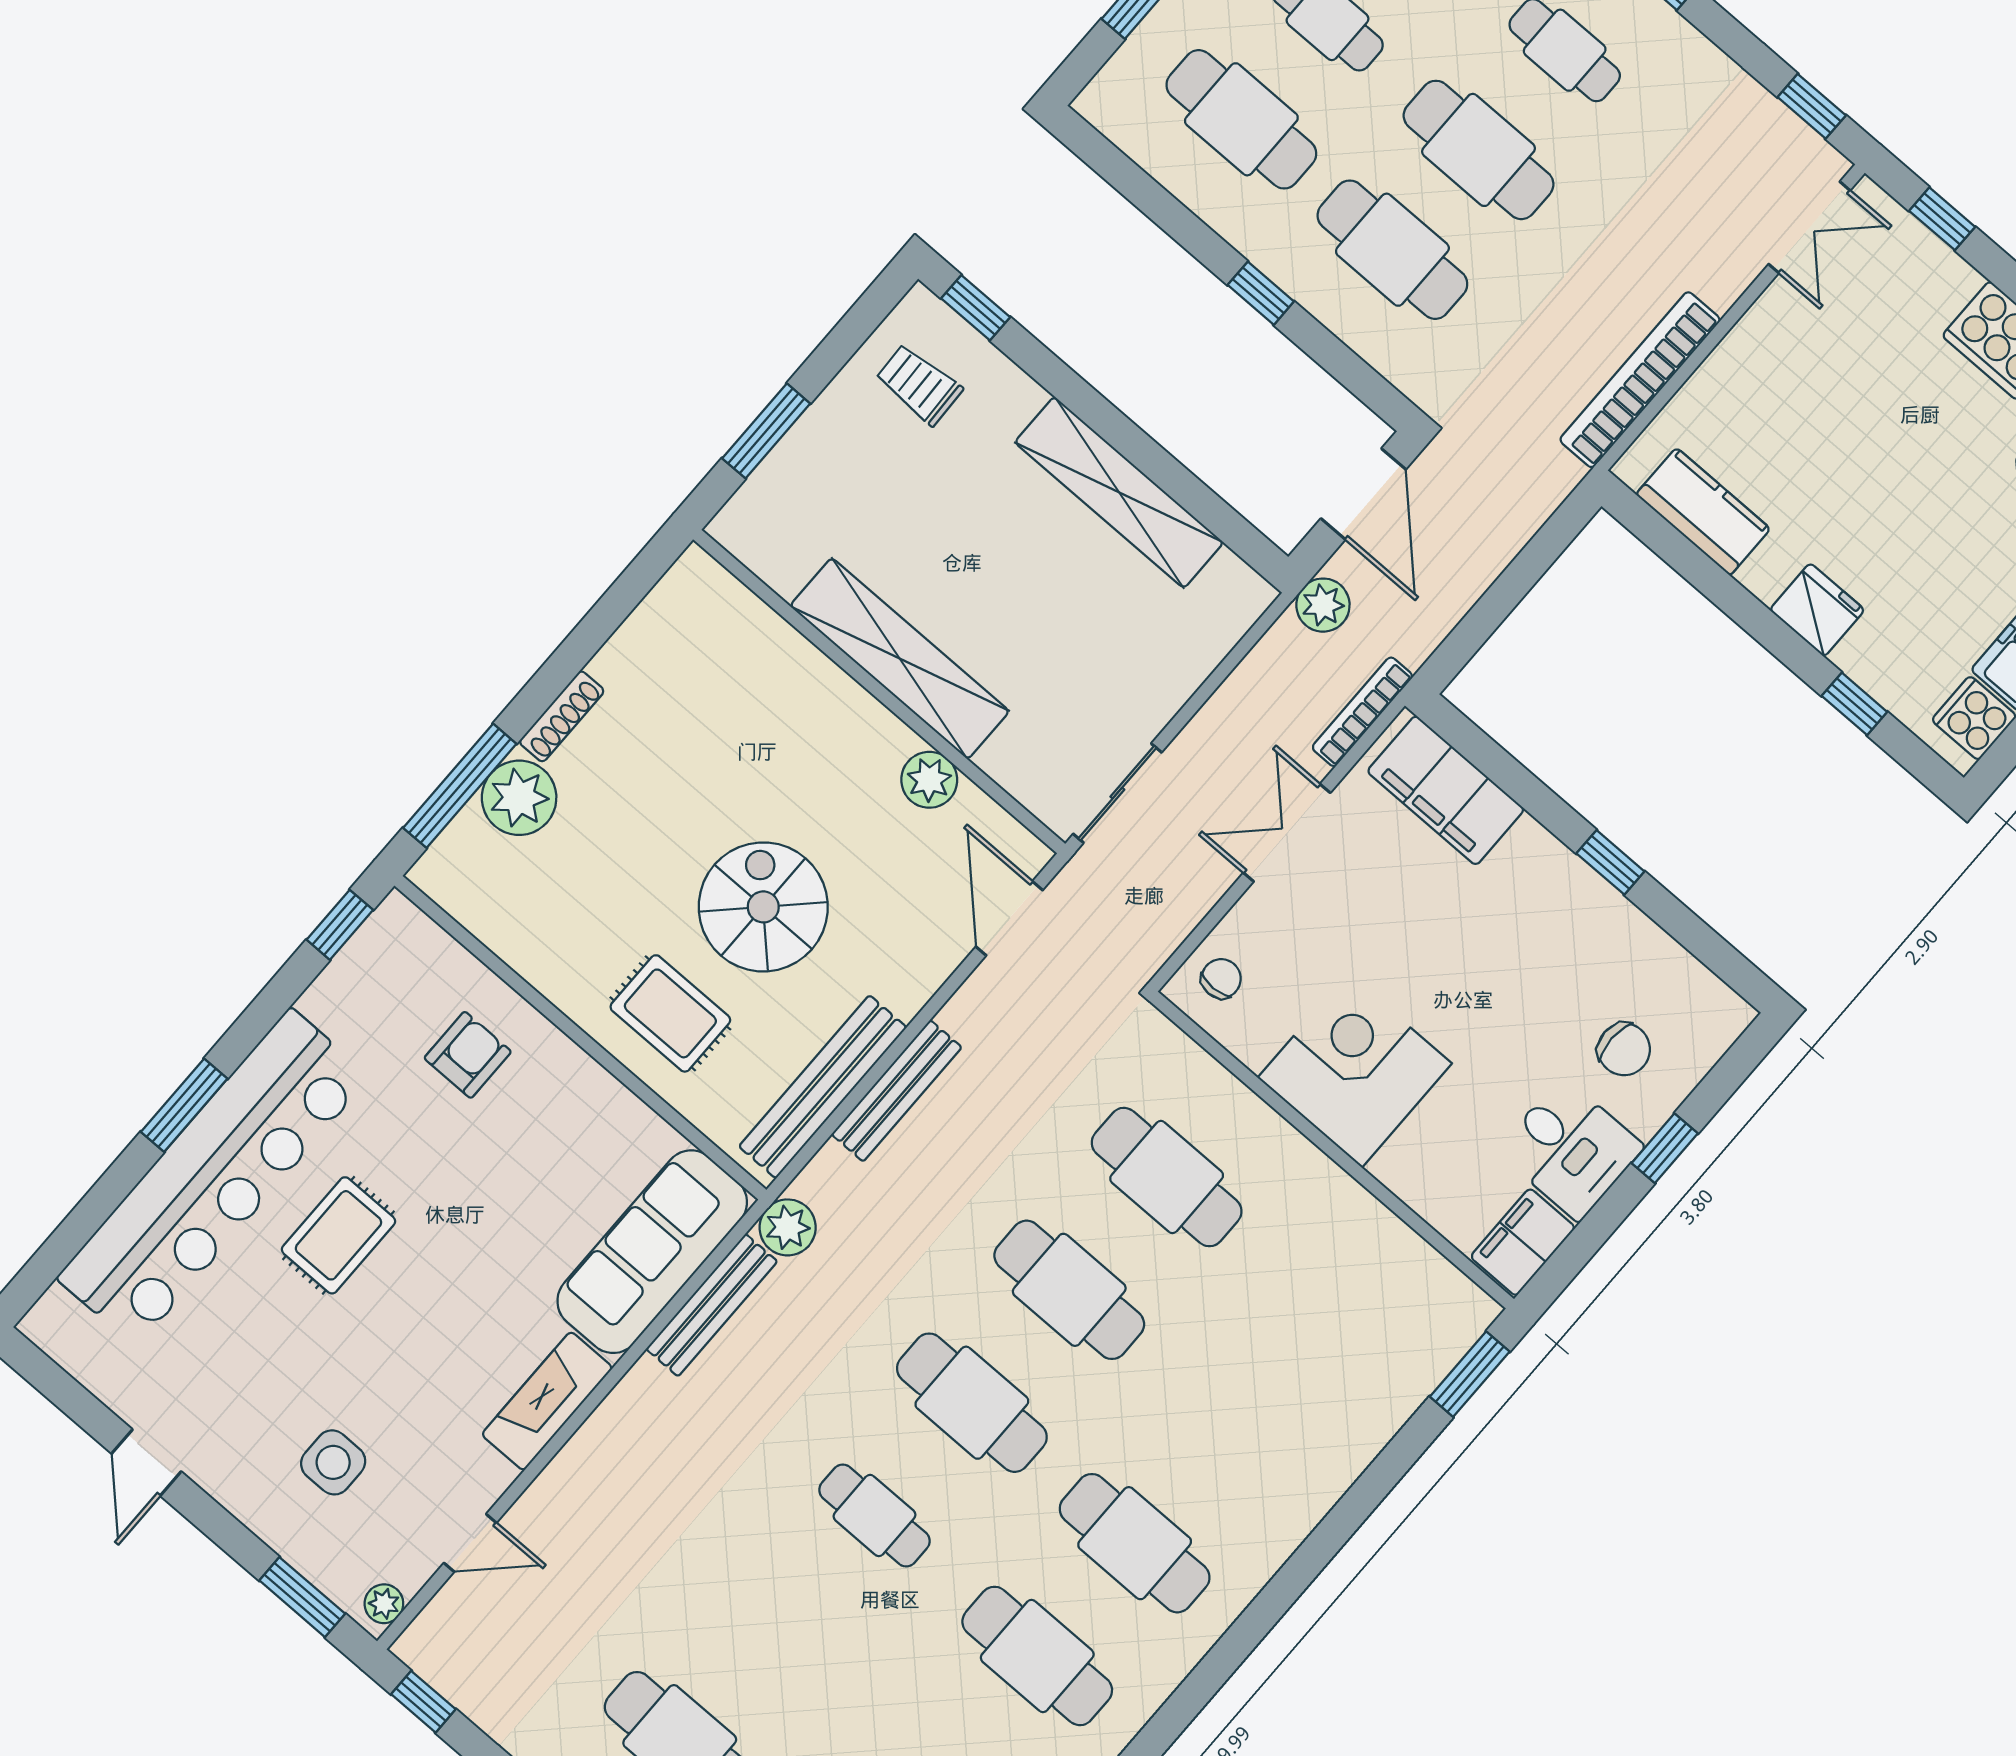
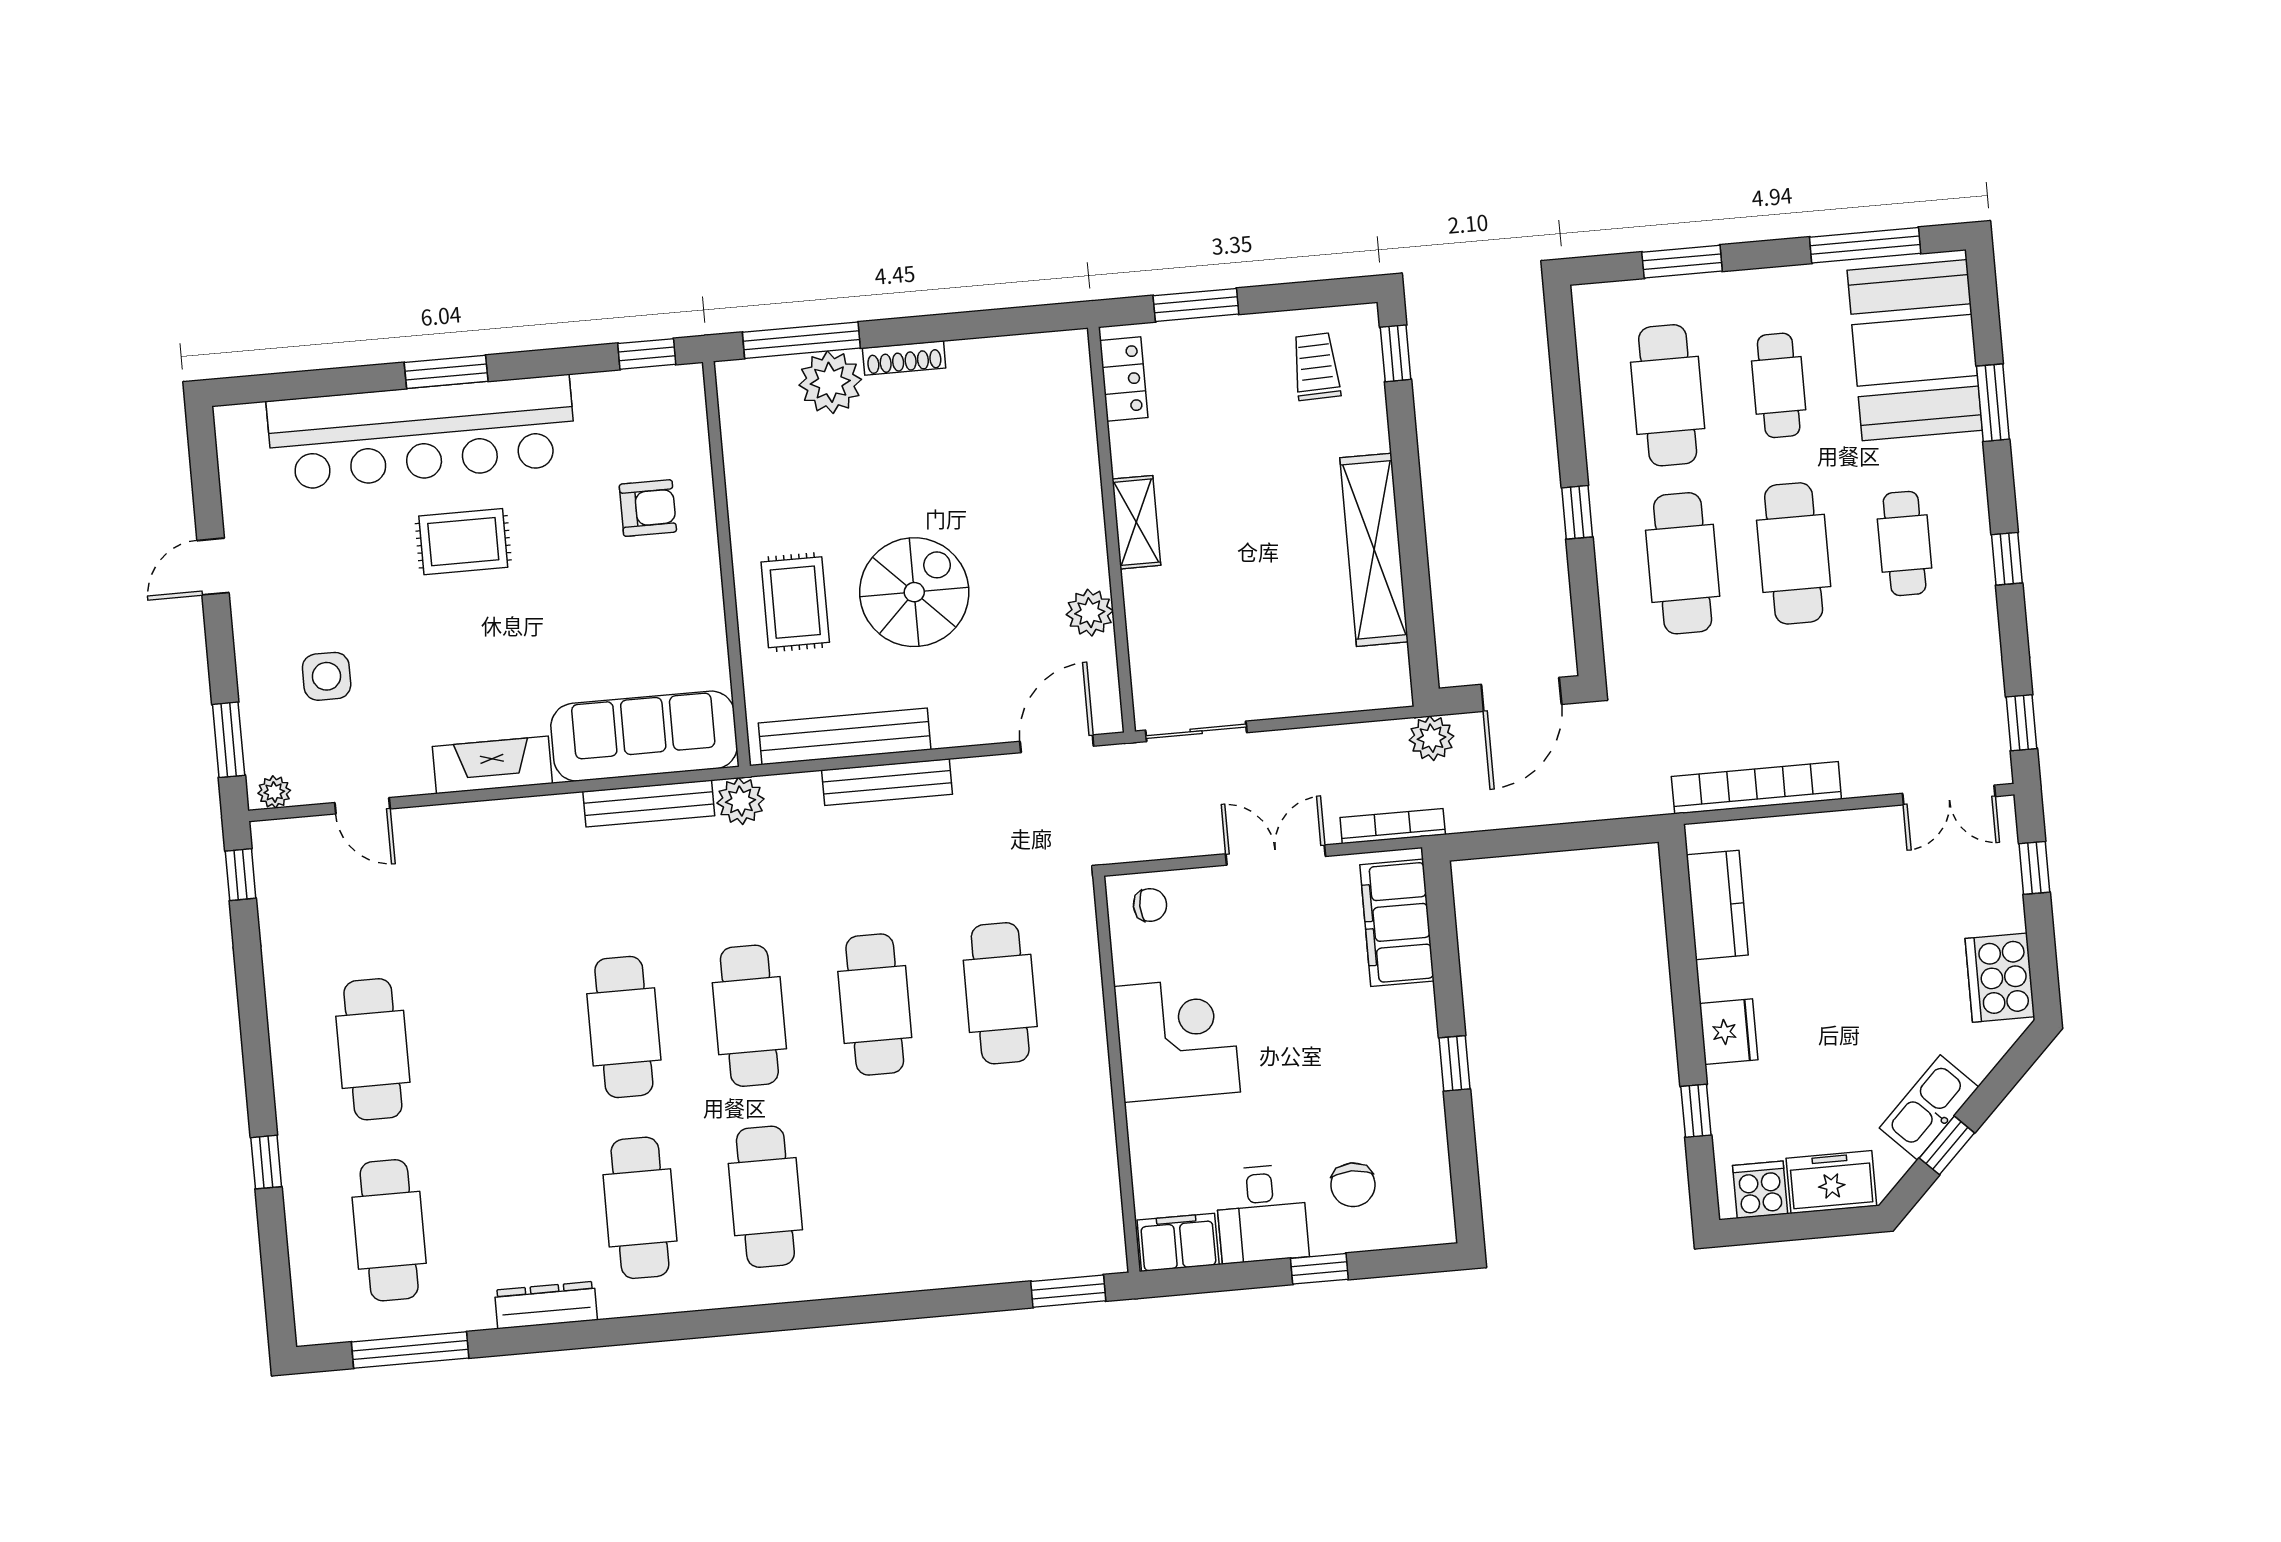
locker: (766, 553) -> (1124, 379), added
shelving: (900, 659) -> (1136, 522), width x0.45, depth x0.75
cafe table: (874, 1516) -> (624, 1027), width x1.37, depth x1.35

